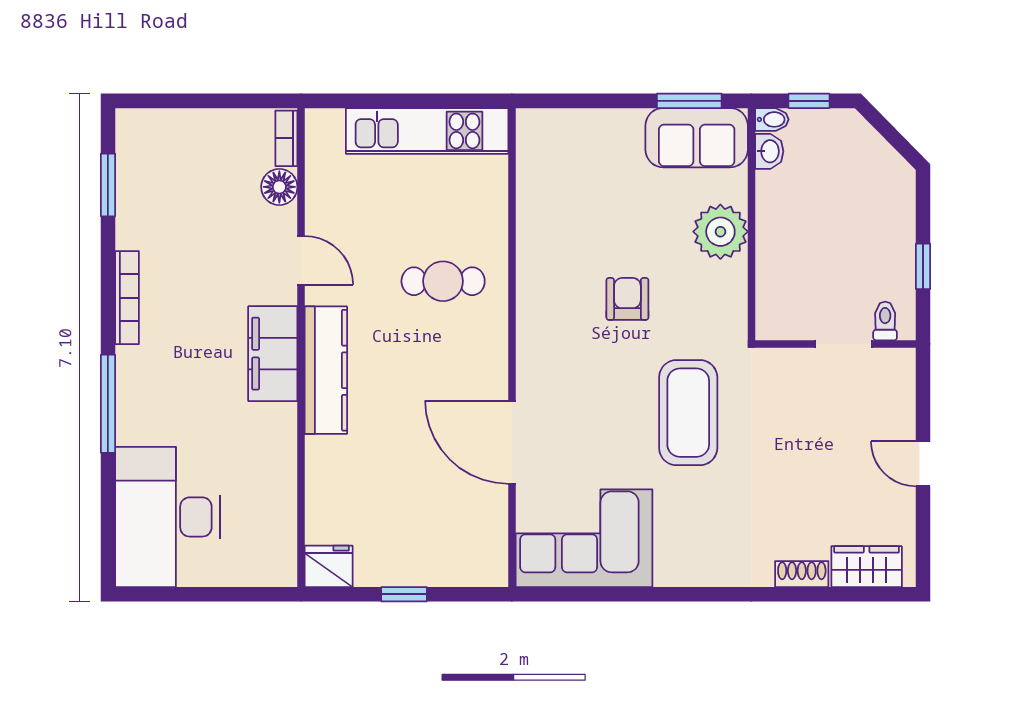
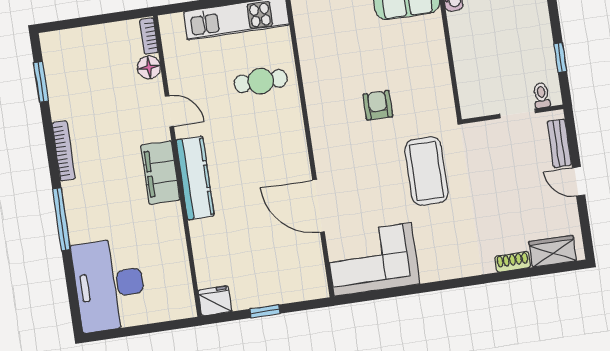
plant: (720, 232) -> (430, 54), removed
cafe table: (443, 281) -> (261, 81), moved
bench: (902, 400) -> (559, 143), added

